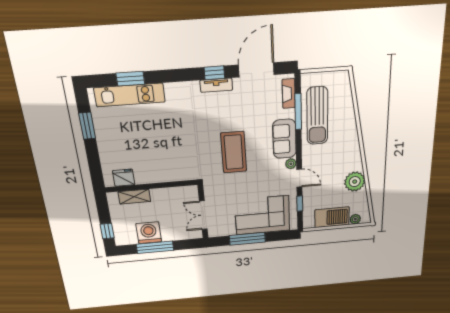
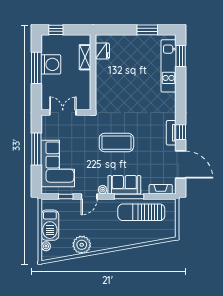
window: (130, 79) -> (181, 56), moved
window: (298, 112) -> (129, 197), moved

